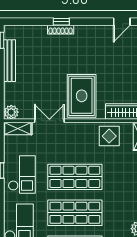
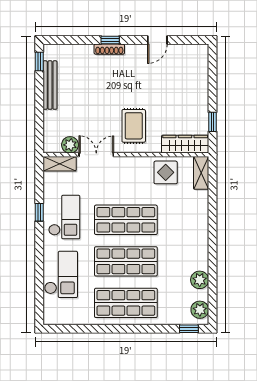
door: (122, 22) -> (157, 40), moved
rug: (82, 96) -> (134, 126), width x0.73, depth x0.70
plant: (11, 112) -> (70, 145), moved

